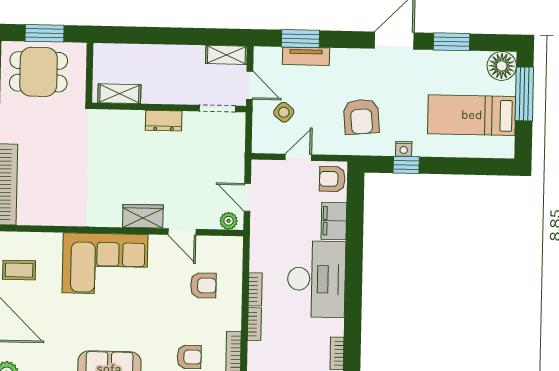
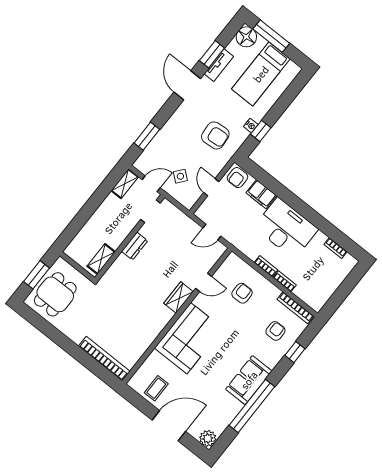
tv unit: (306, 56) -> (219, 65), moved
plant: (229, 221) -> (217, 252), removed

